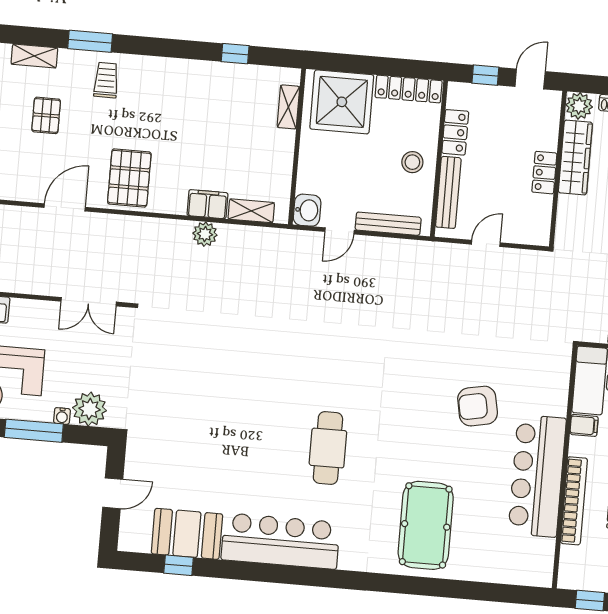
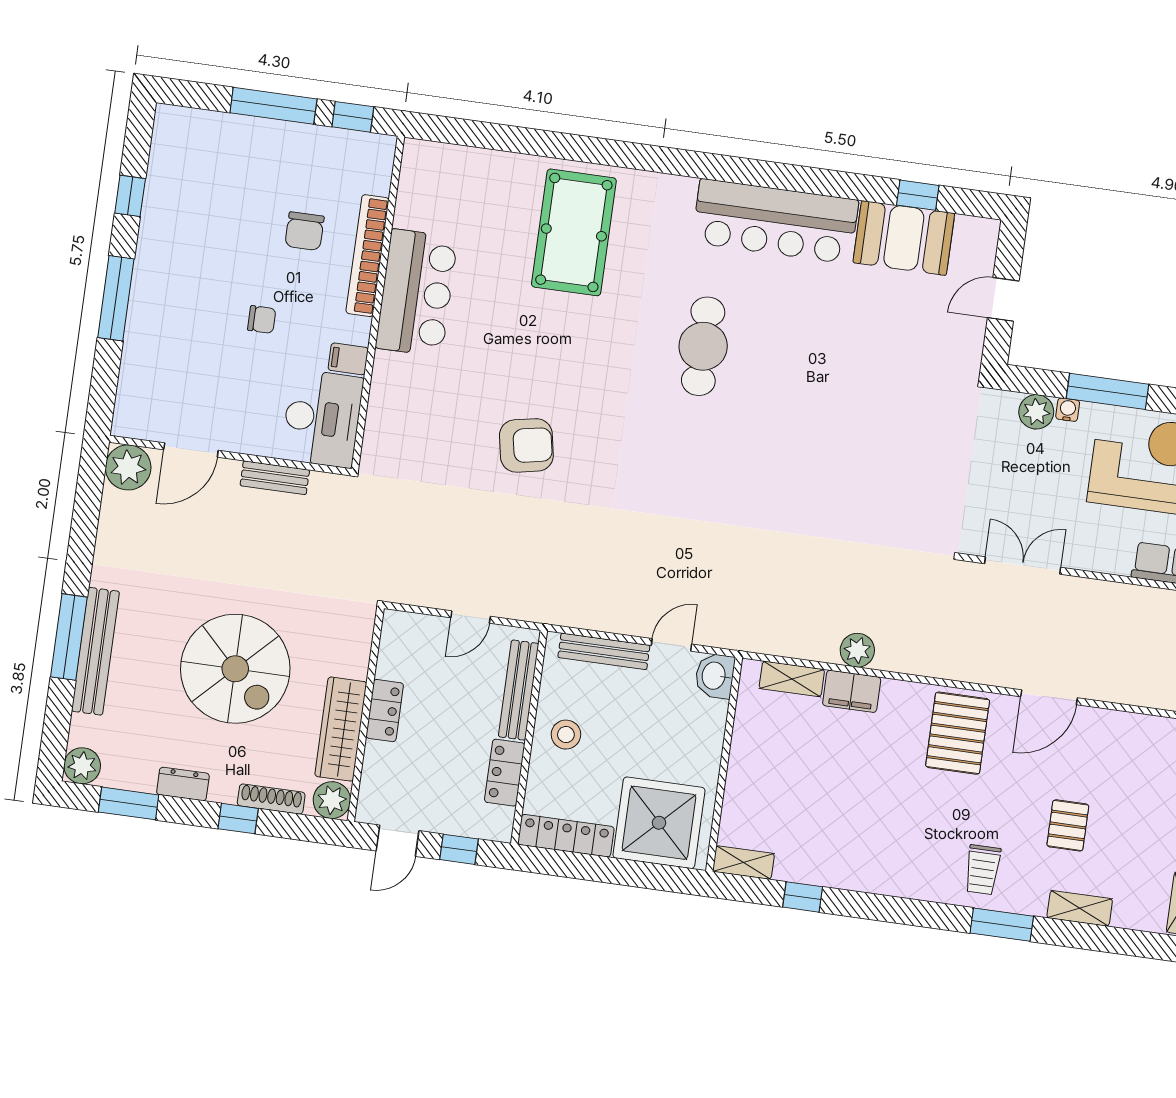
shelving: (288, 107) -> (743, 862), moved, turned 90
armchair: (478, 406) -> (526, 445), moved
plant: (90, 409) -> (1036, 412), width x0.73, depth x0.73
bar counter: (537, 476) -> (417, 293), width x0.73

